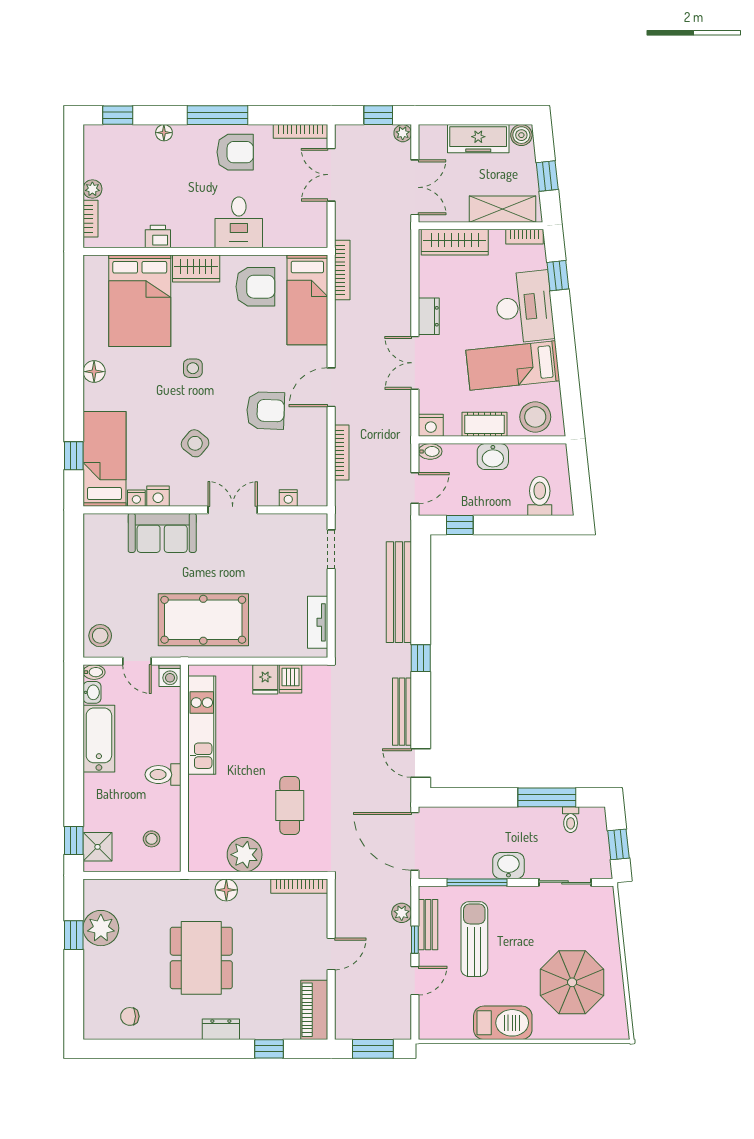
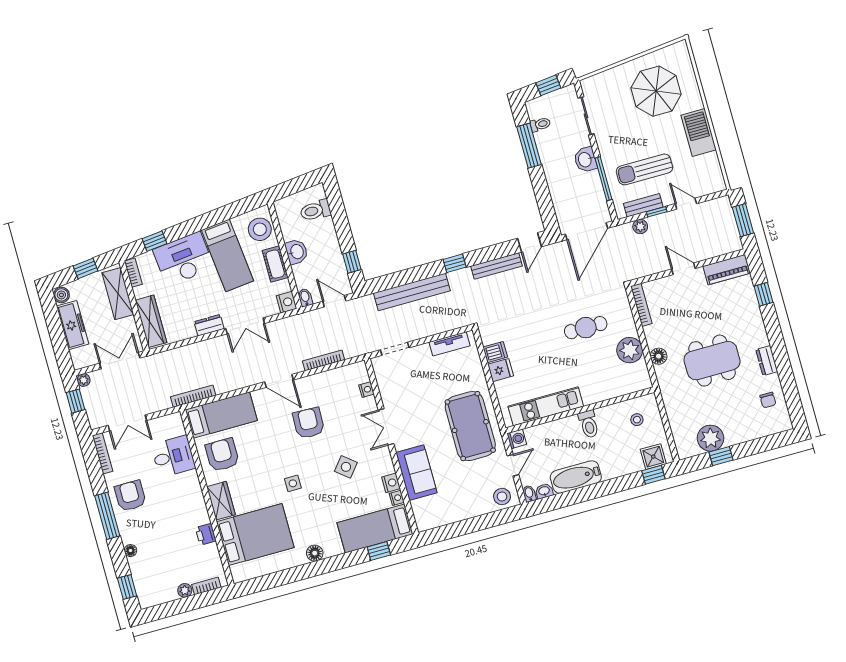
desk: (239, 222) -> (173, 456), moved
dresser: (221, 1029) -> (767, 361), moved

